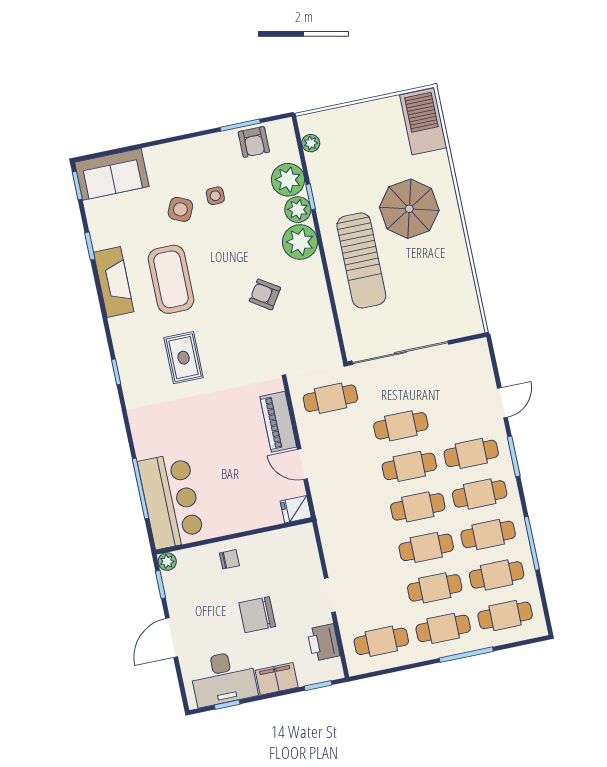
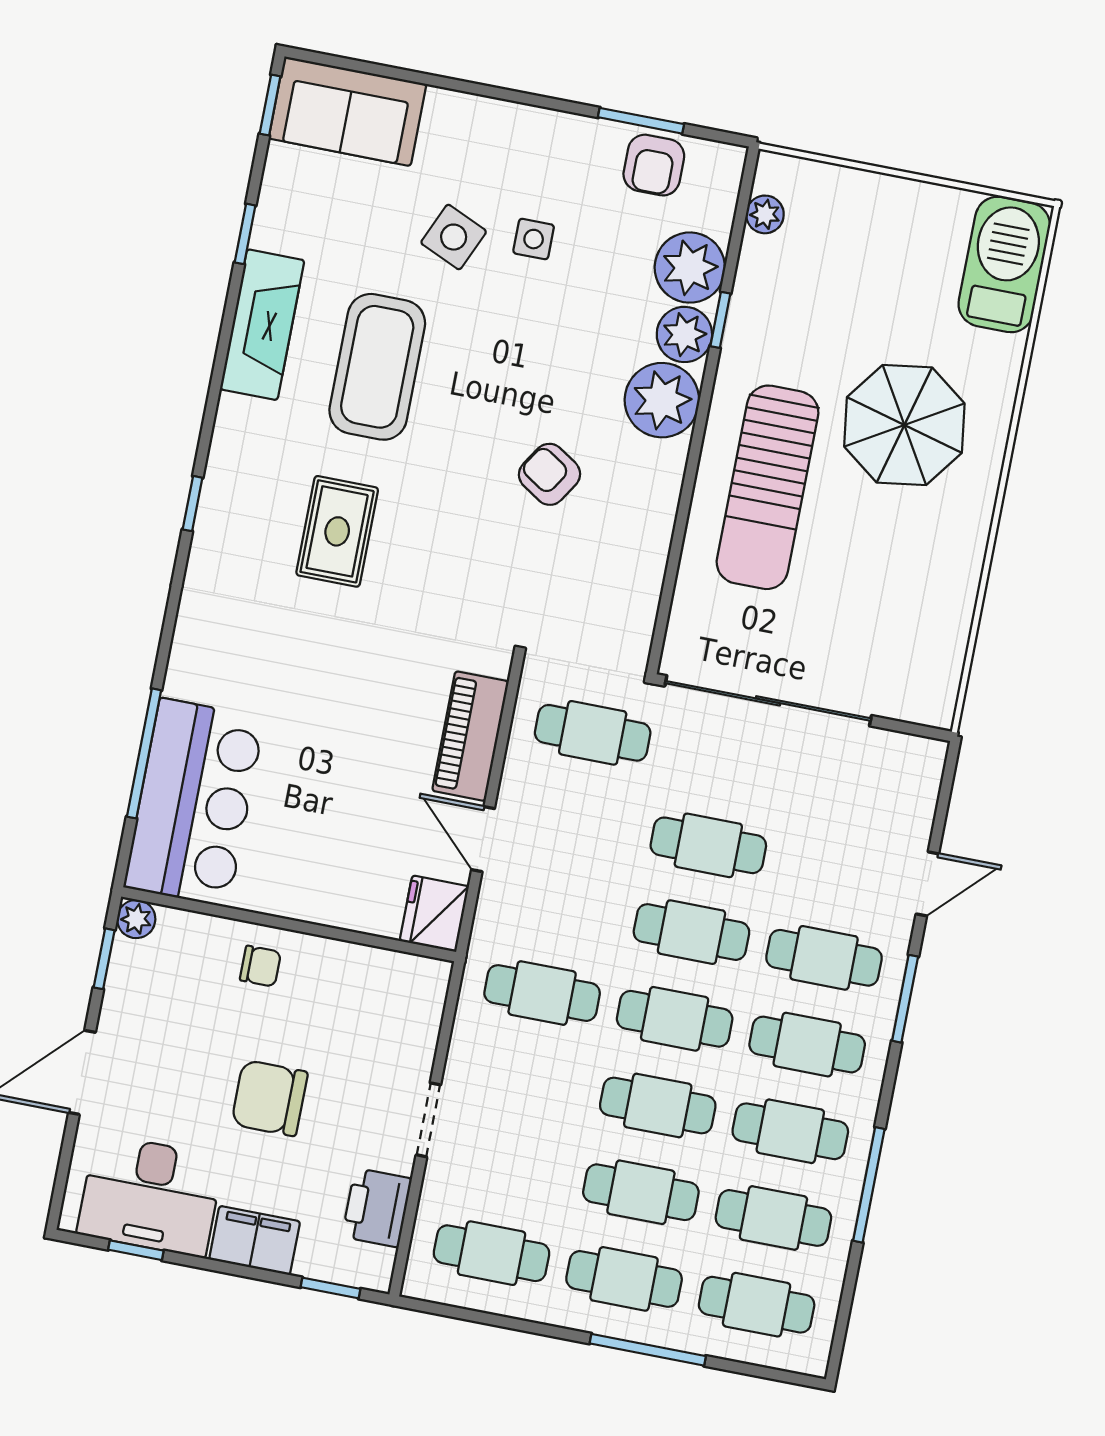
fridge: (296, 509) -> (434, 914), width x1.38
cafe table: (356, 520) -> (542, 993), added

